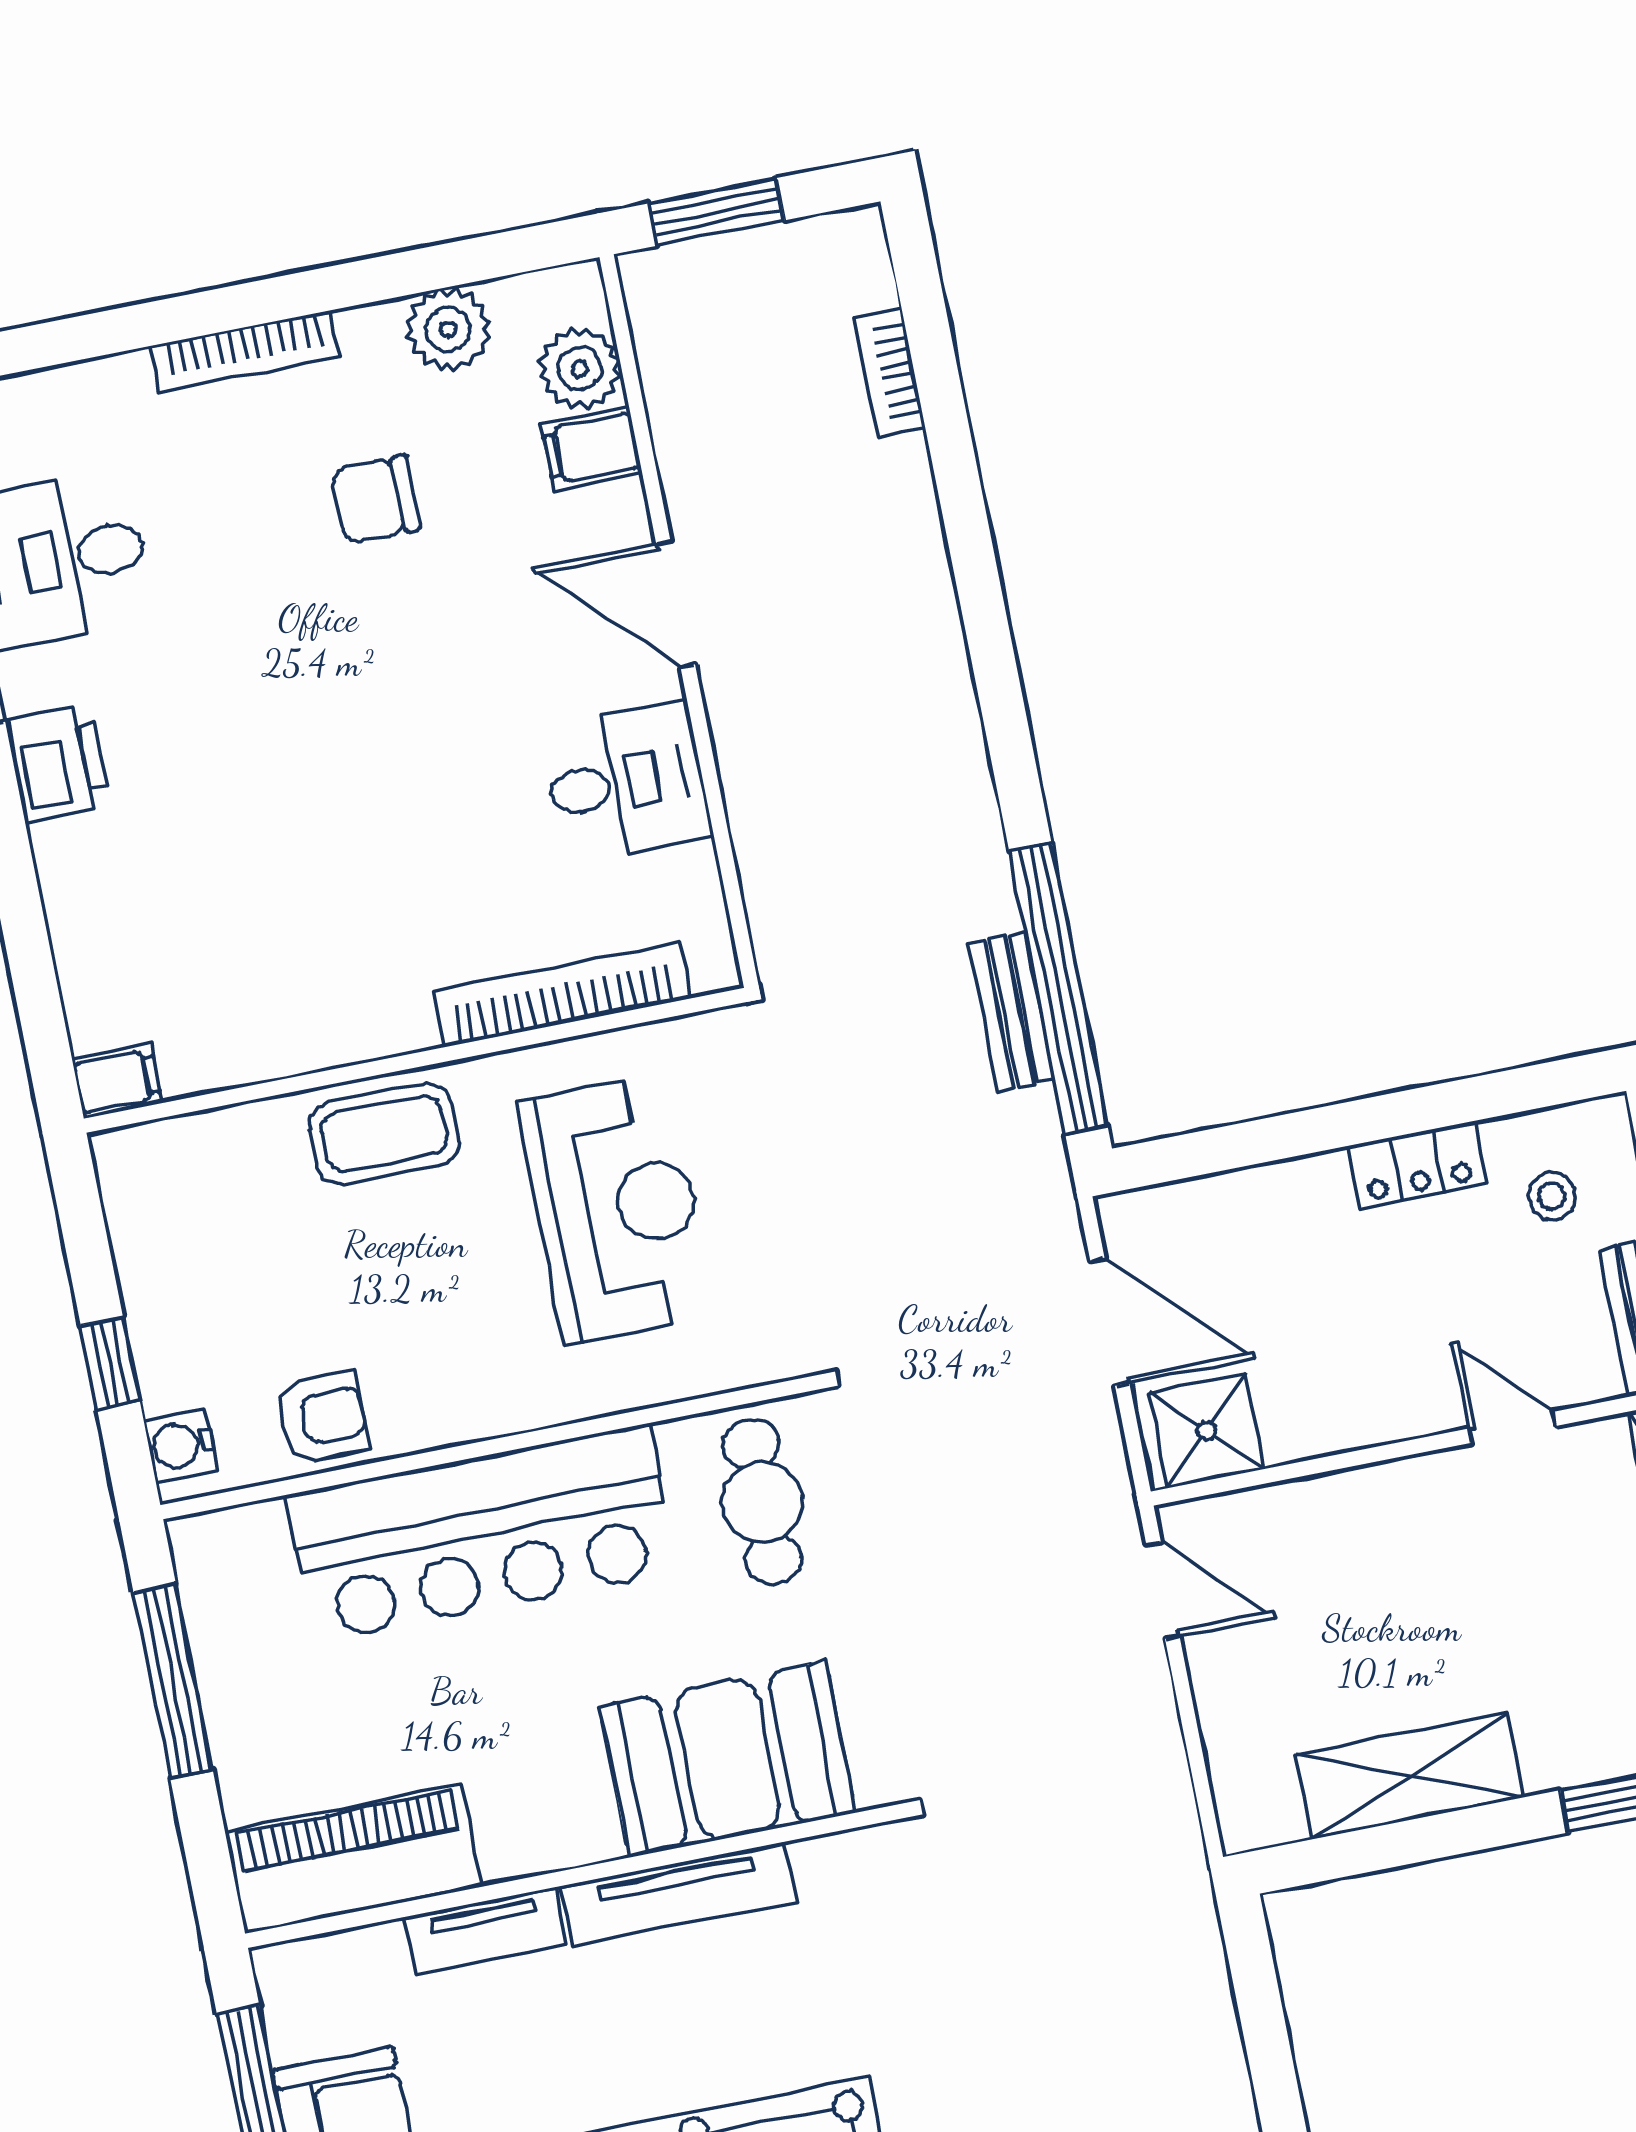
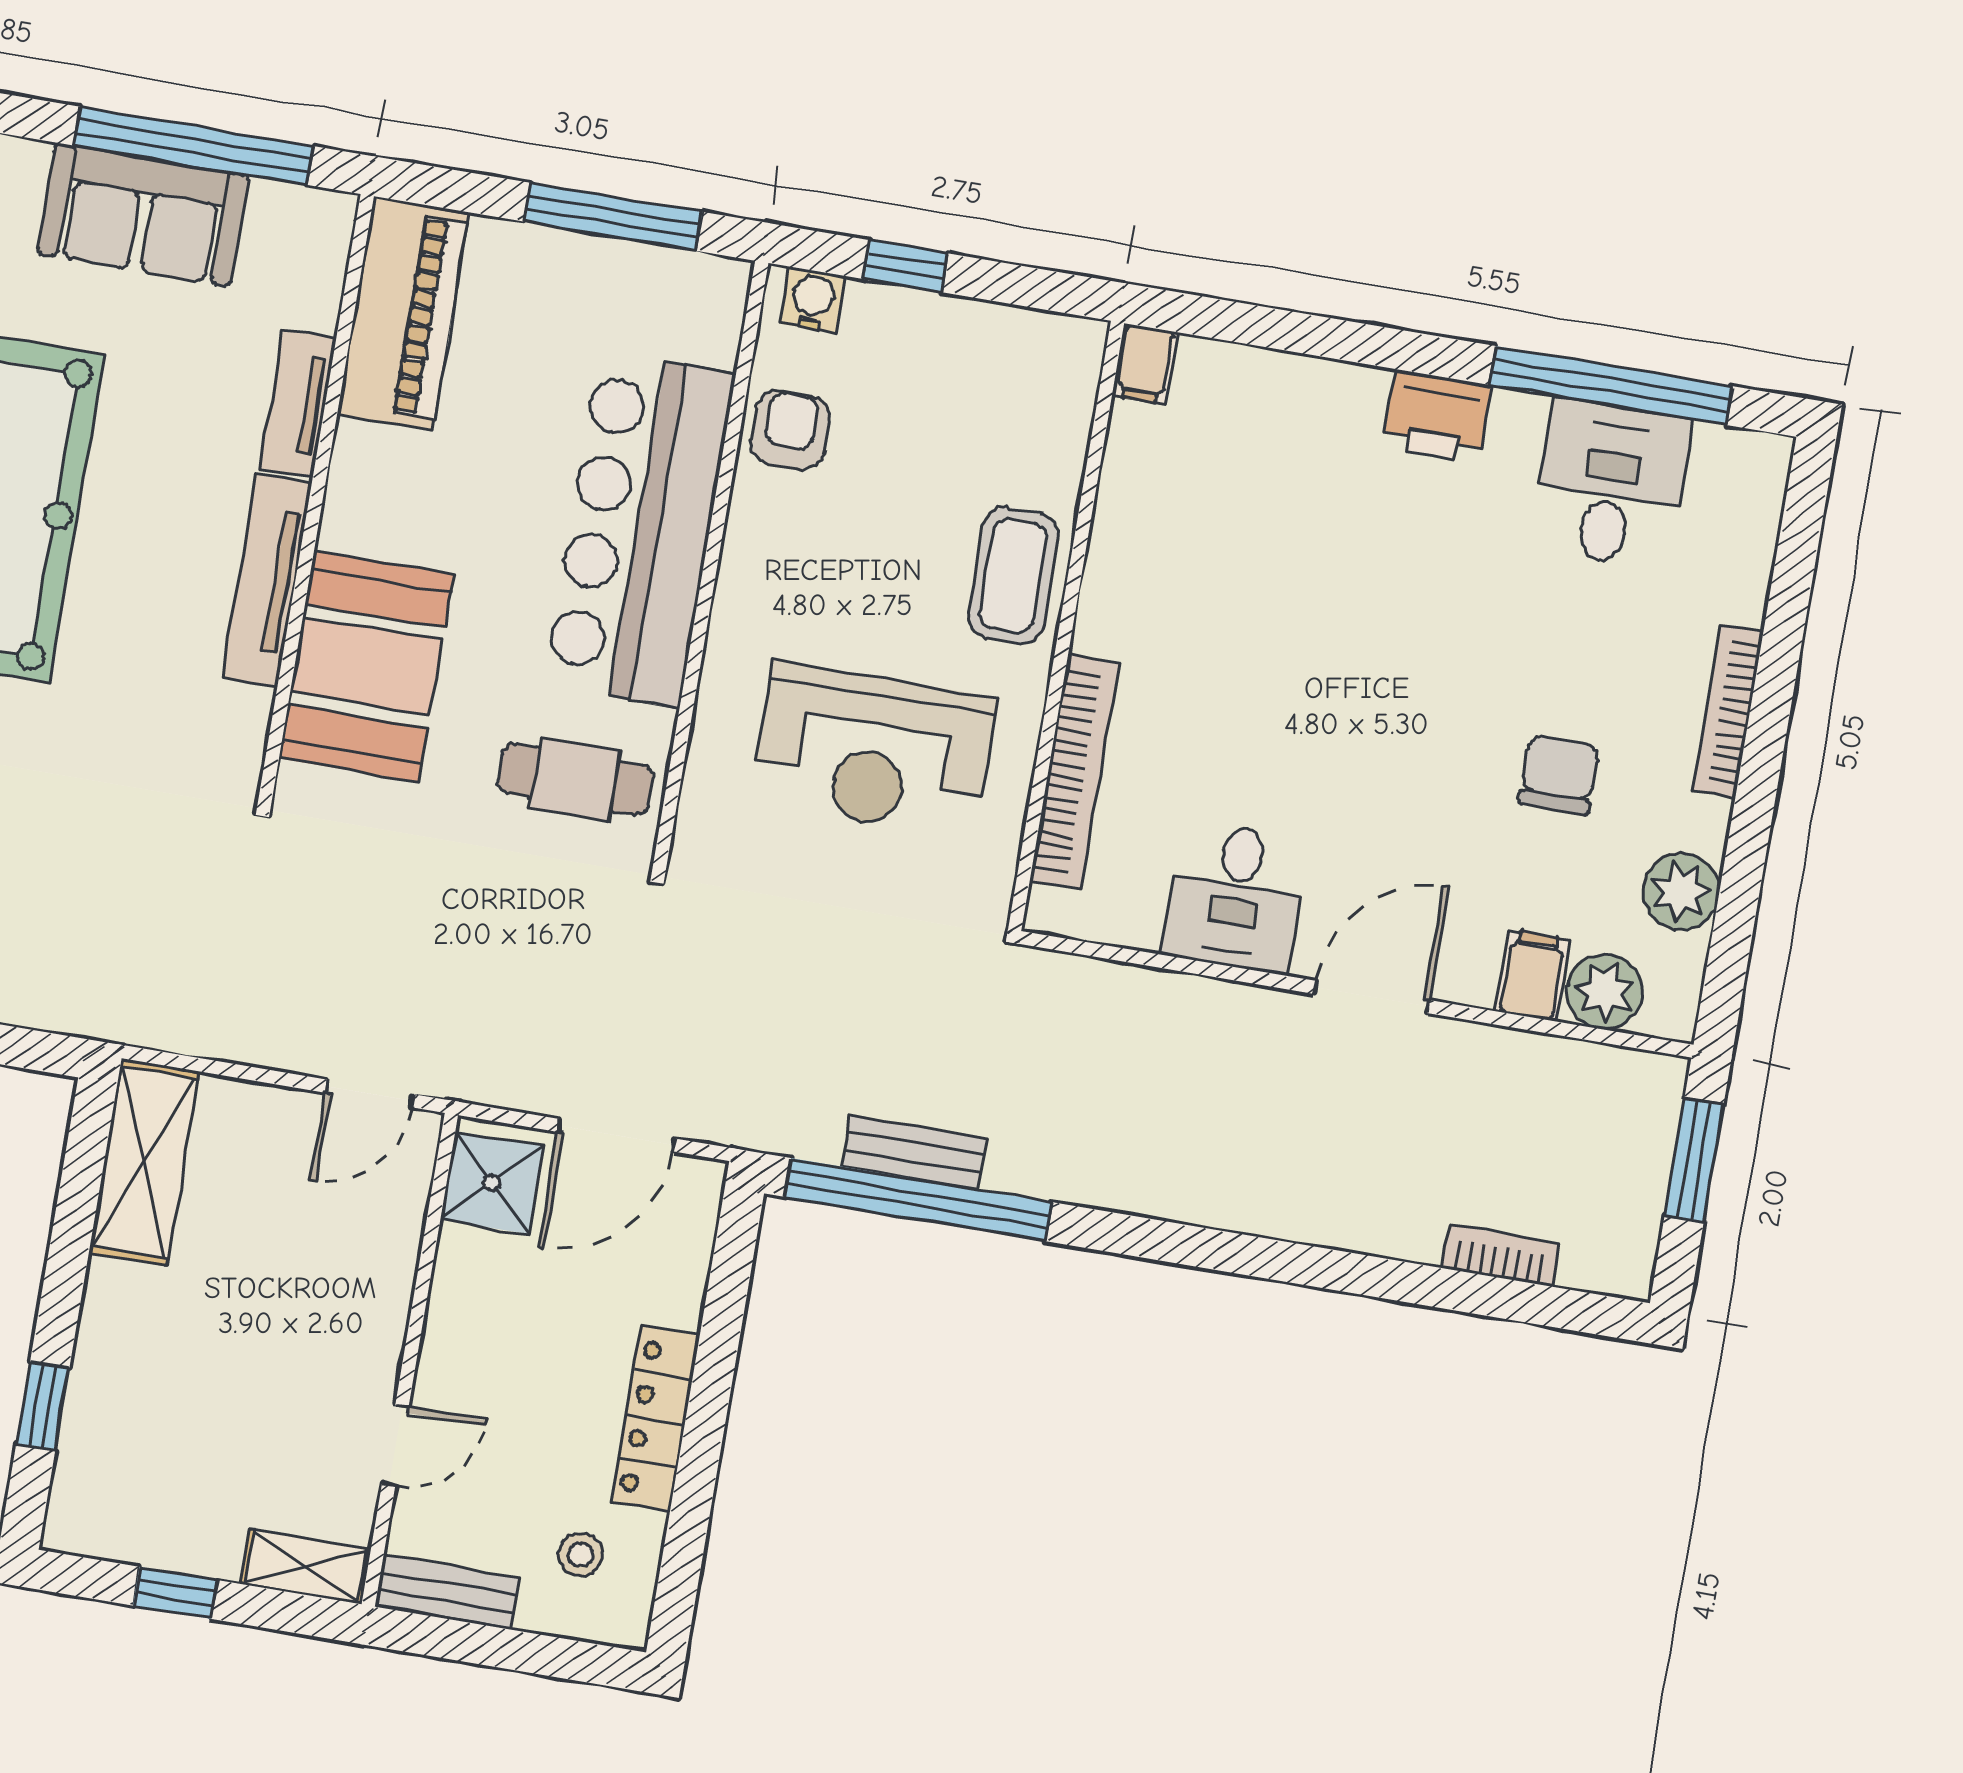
locker: (1417, 1165) -> (656, 1419), width x1.53
armchair: (322, 1418) -> (790, 430), turned 180
shelving: (1410, 1776) -> (144, 1162), moved

